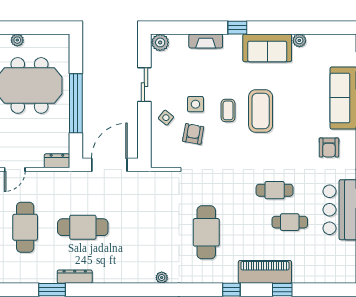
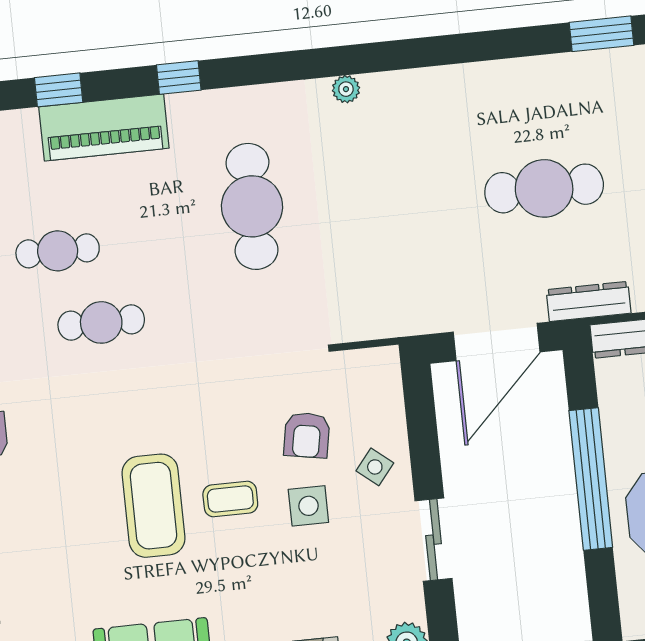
coffee table: (228, 110) -> (230, 499), turned 90
dresser: (75, 277) -> (589, 301), moved, turned 180

